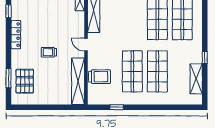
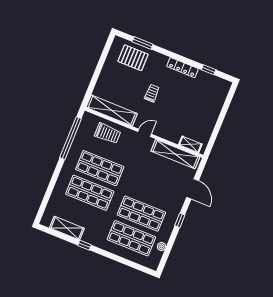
trolley: (99, 77) -> (108, 133), turned -90
window: (117, 107) -> (71, 138), width x3.17

